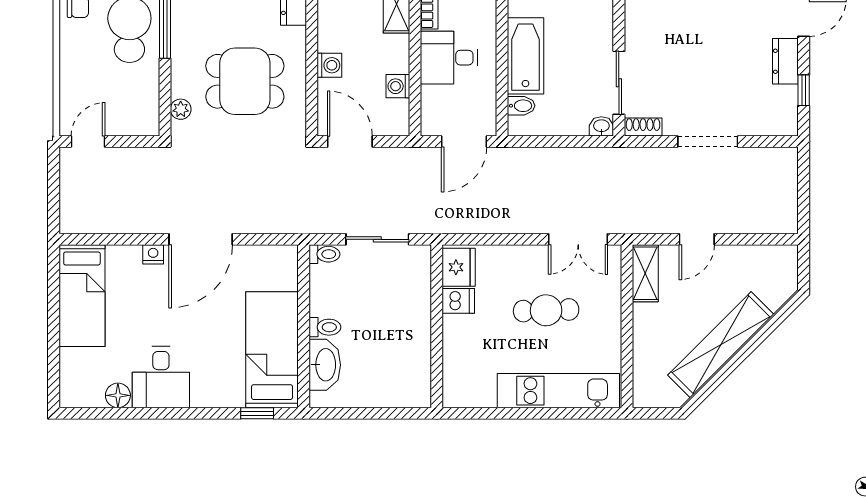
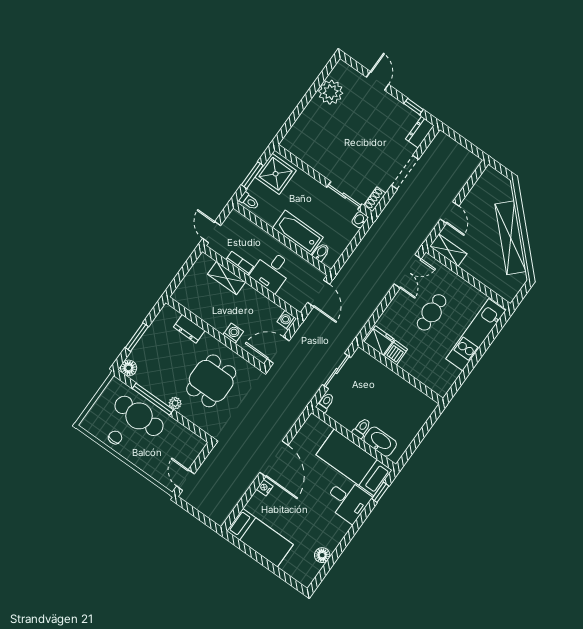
dresser: (785, 61) -> (420, 132), moved, turned 90
washing machine: (398, 86) -> (287, 320), moved, turned 90
plant: (181, 109) -> (175, 403), moved
desk: (161, 377) -> (348, 500), moved

